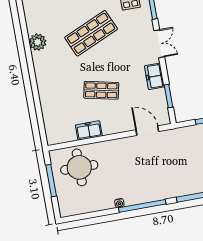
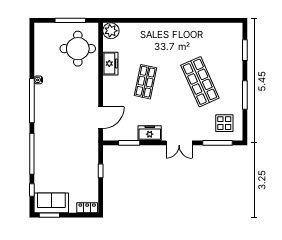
plant: (38, 42) -> (111, 31), moved

